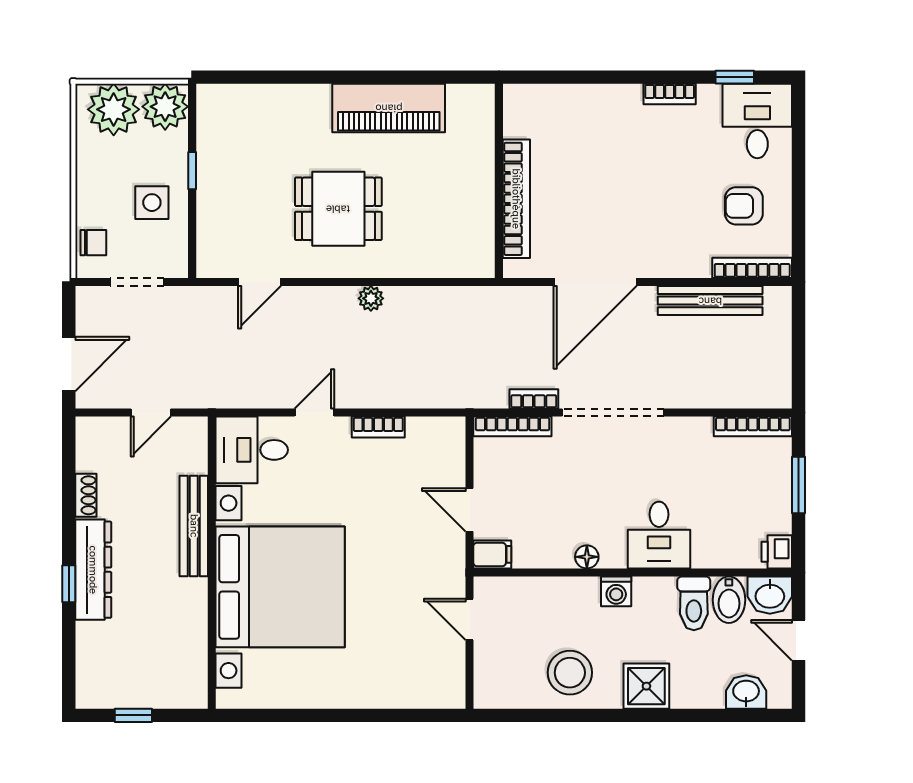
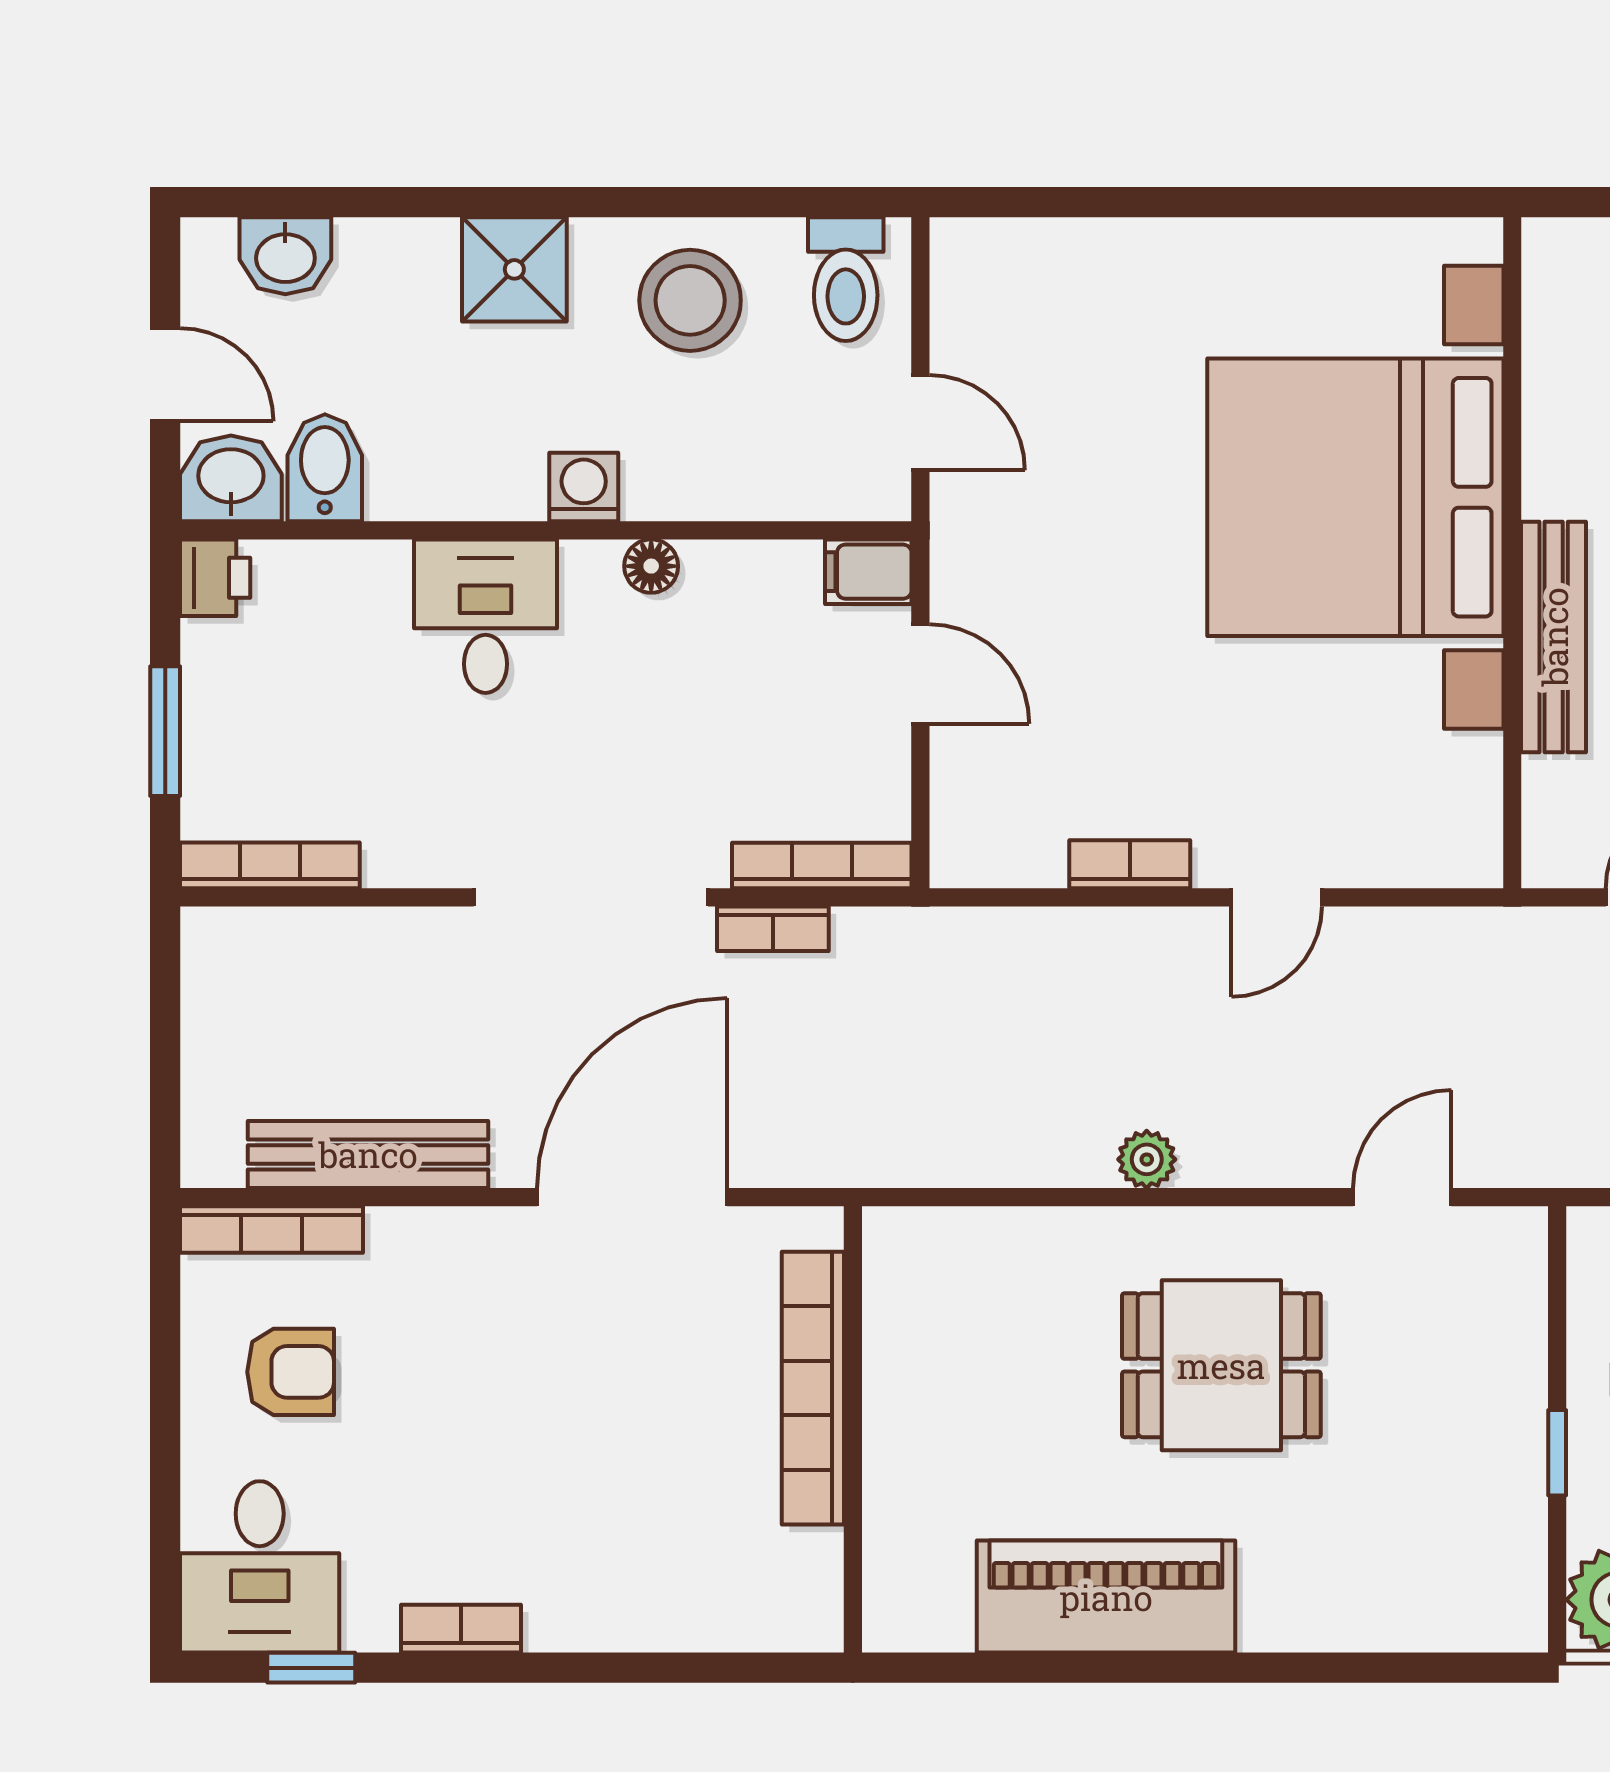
desk: (252, 450) -> (1420, 812), removed
toilet: (694, 603) -> (846, 279), moved, turned 180

